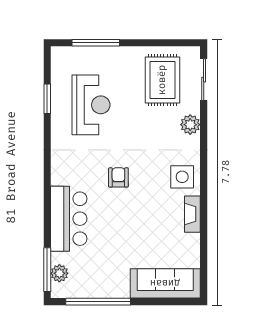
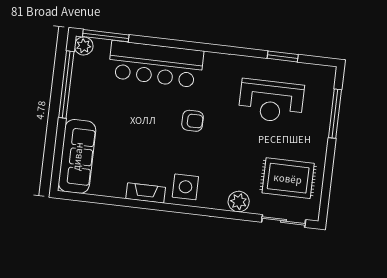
bar counter: (69, 219) -> (156, 64), width x1.36
plant: (59, 273) -> (84, 46), moved

